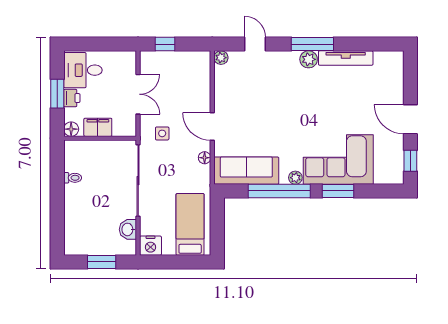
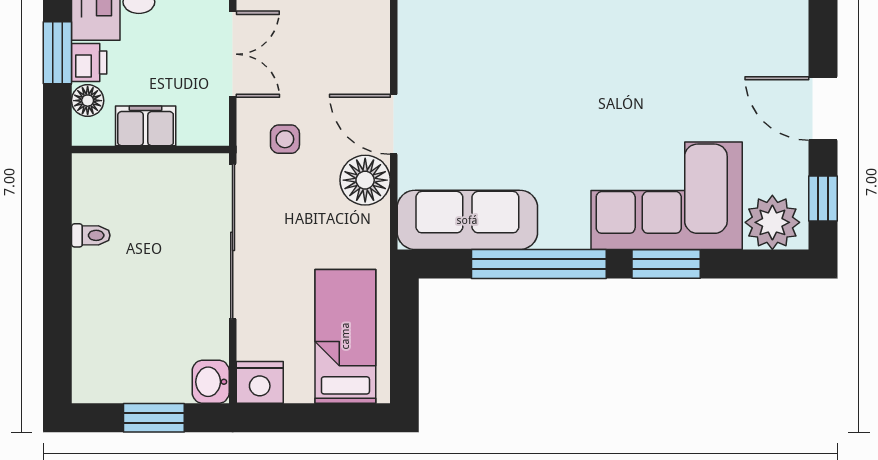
floor lamp: (71, 129) -> (88, 101), moved
floor lamp: (205, 158) -> (365, 180), width x1.89, depth x1.89
plant: (295, 178) -> (772, 222), moved, width x1.87, depth x1.87
washbasin: (128, 229) -> (211, 382), moved

